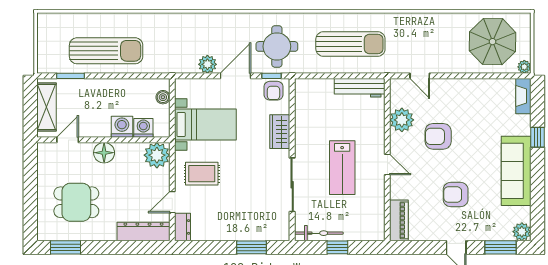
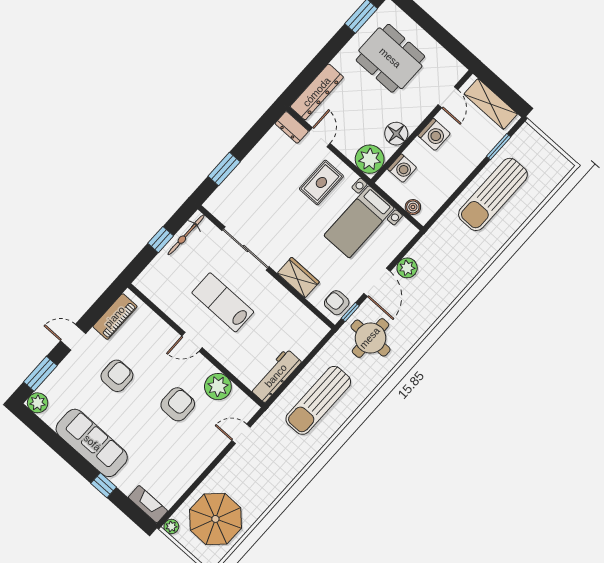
washing machine: (122, 127) -> (434, 134), moved
floor lamp: (104, 153) -> (396, 134), moved
dining table: (76, 202) -> (390, 58), width x1.38
piano: (399, 220) -> (115, 317), moved, turned -90

